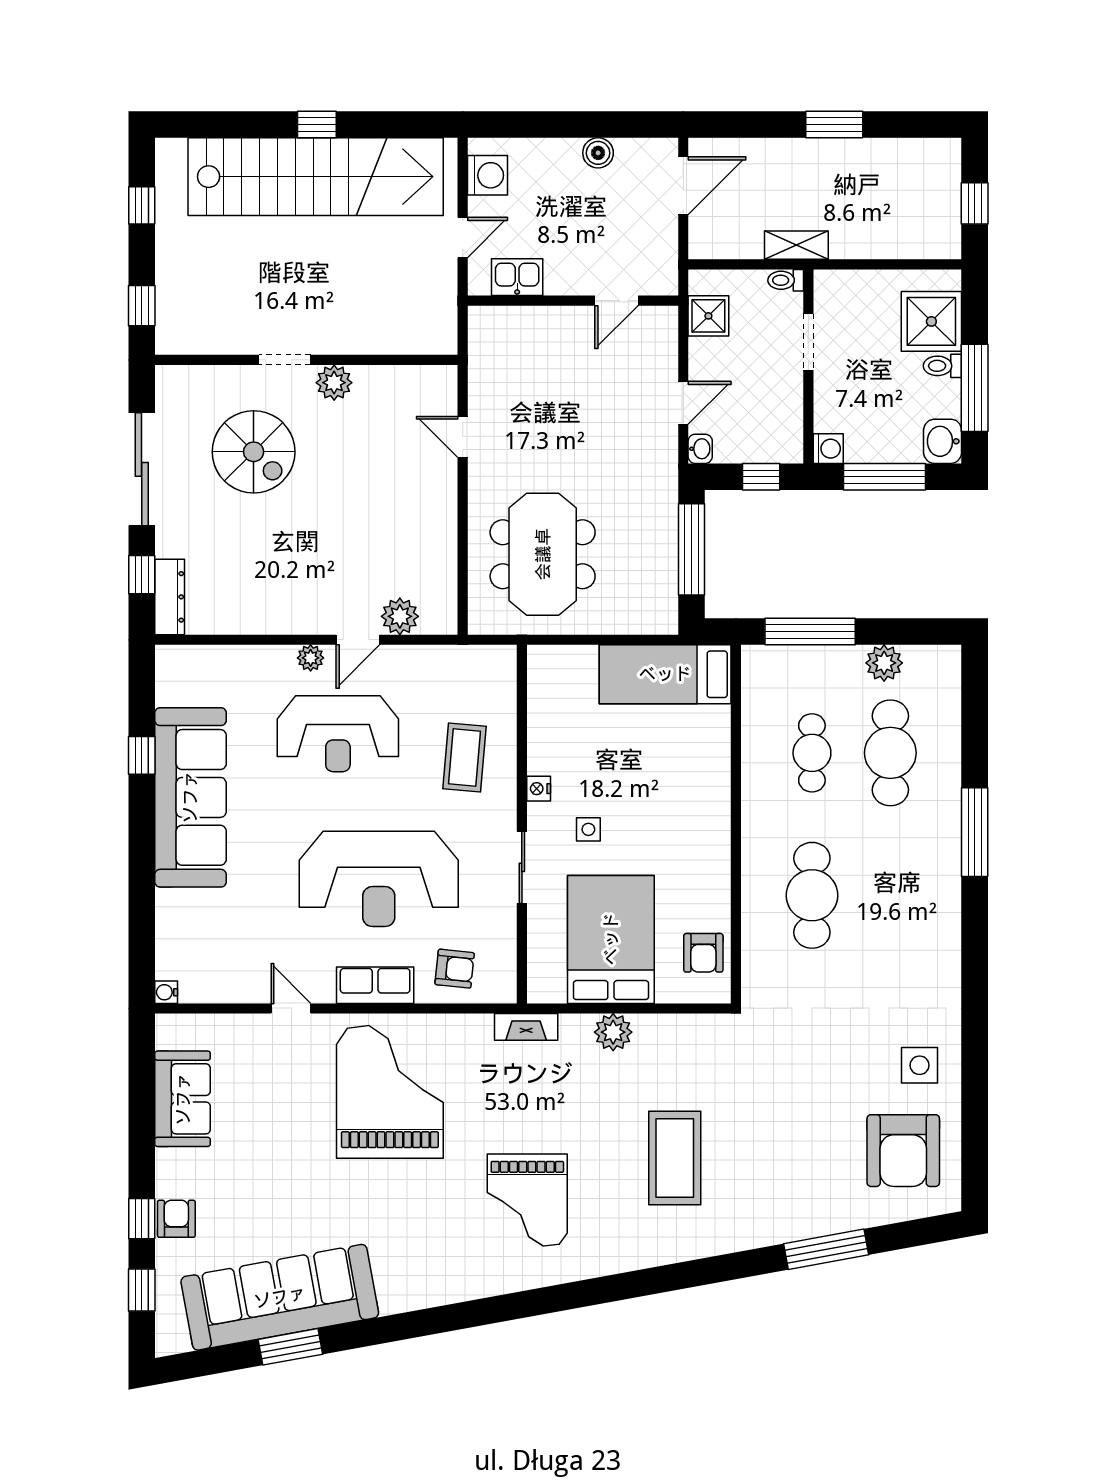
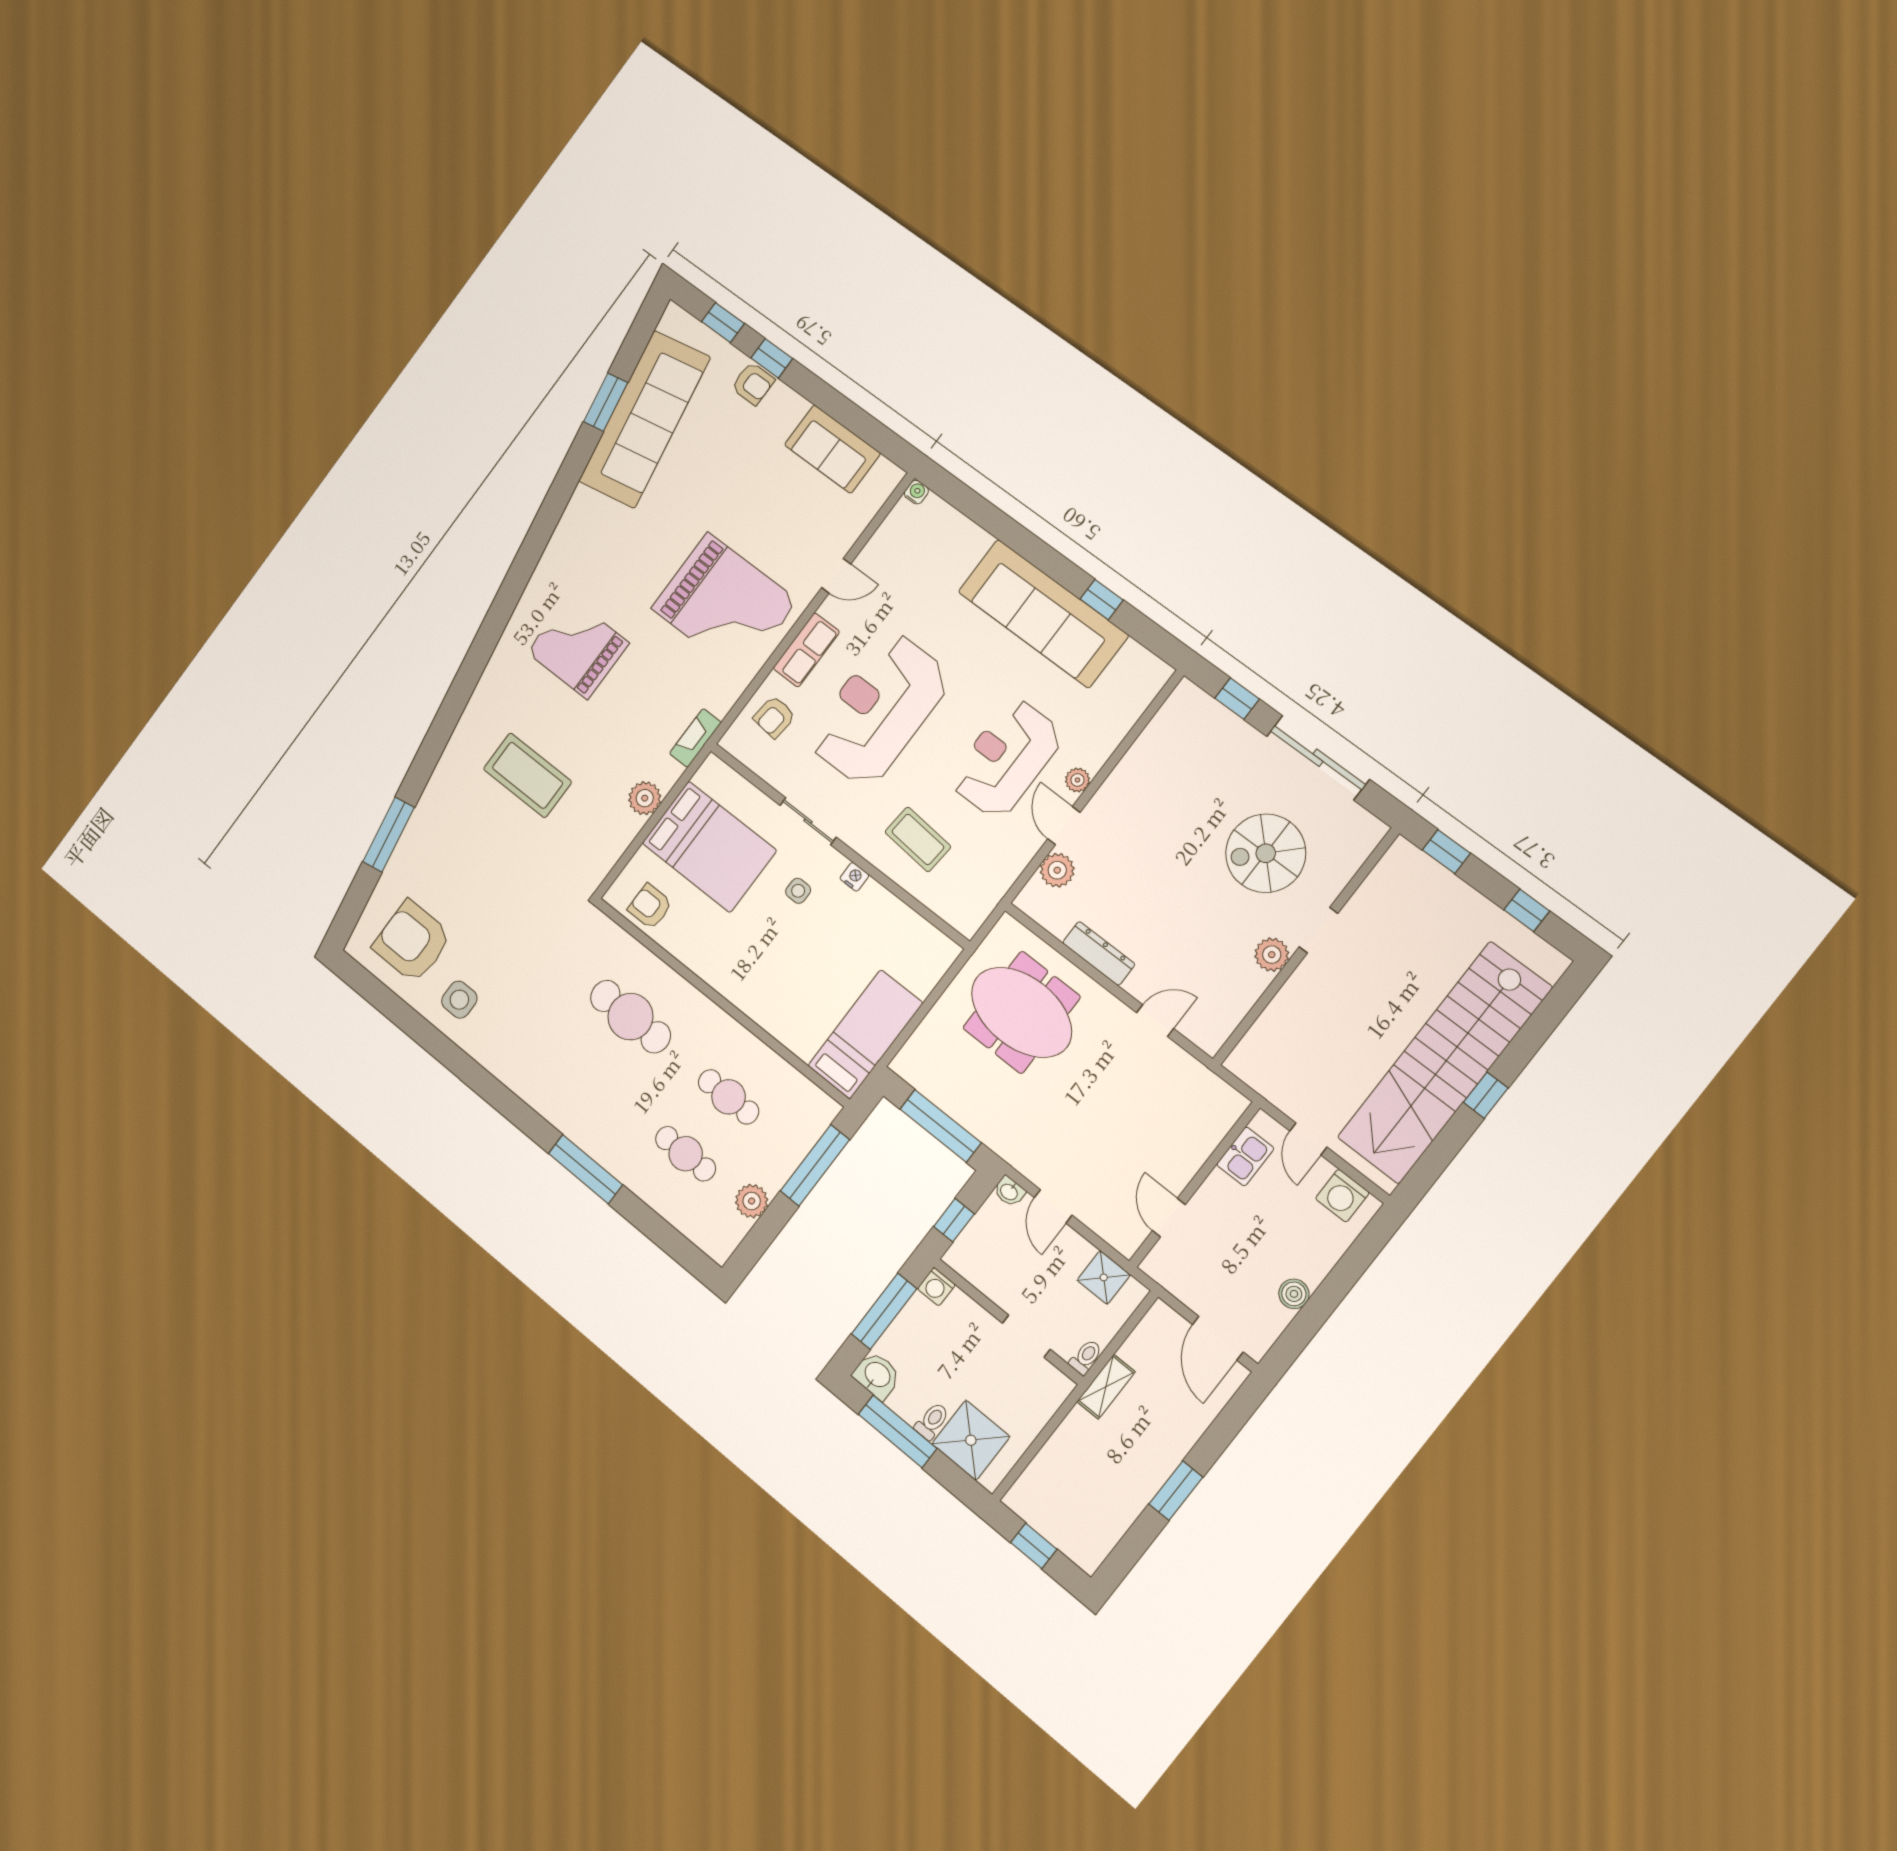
dresser: (170, 597) -> (1099, 953), moved, turned 180
cafe table: (890, 753) -> (686, 1154), width x0.73, depth x0.74

